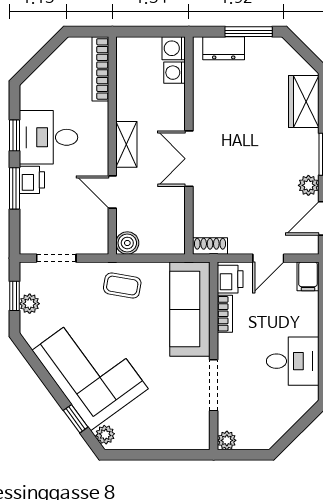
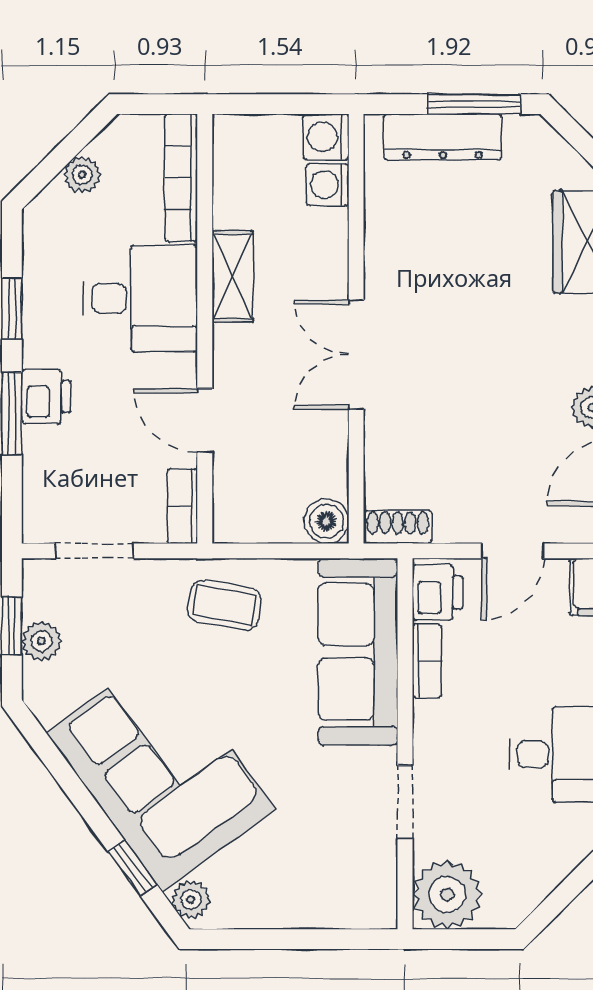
dresser: (224, 48) -> (443, 137), width x1.44
plant: (50, 67) -> (82, 175), added
desk: (49, 137) -> (140, 298), moved, turned 180
shelving: (126, 144) -> (233, 277), moved
bookcase: (101, 235) -> (182, 506), added
boiler: (127, 243) -> (326, 521), moved
doorway: (214, 385) -> (405, 802), width x0.73
plant: (227, 440) -> (447, 895), width x1.88, depth x1.88

